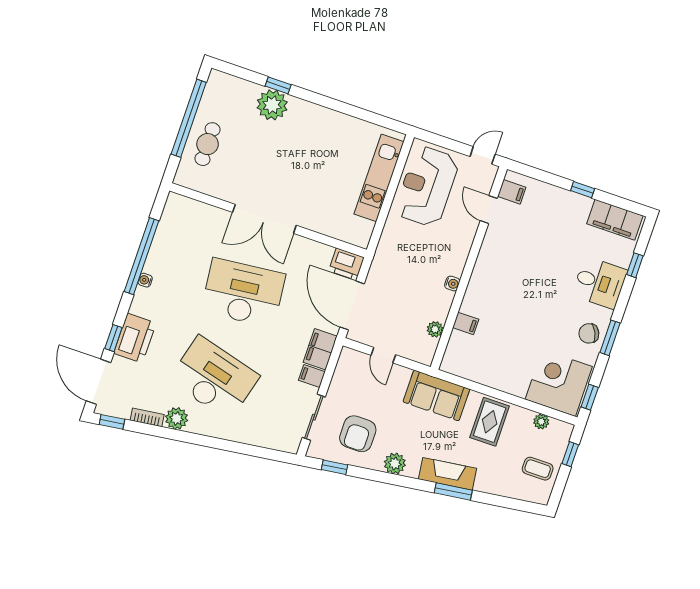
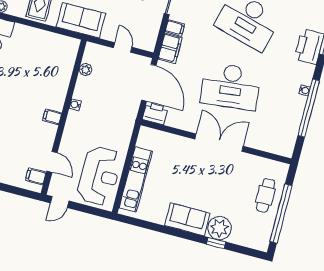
sofa: (314, 120) -> (187, 219), added
filing cabinet: (466, 323) -> (52, 117), moved

